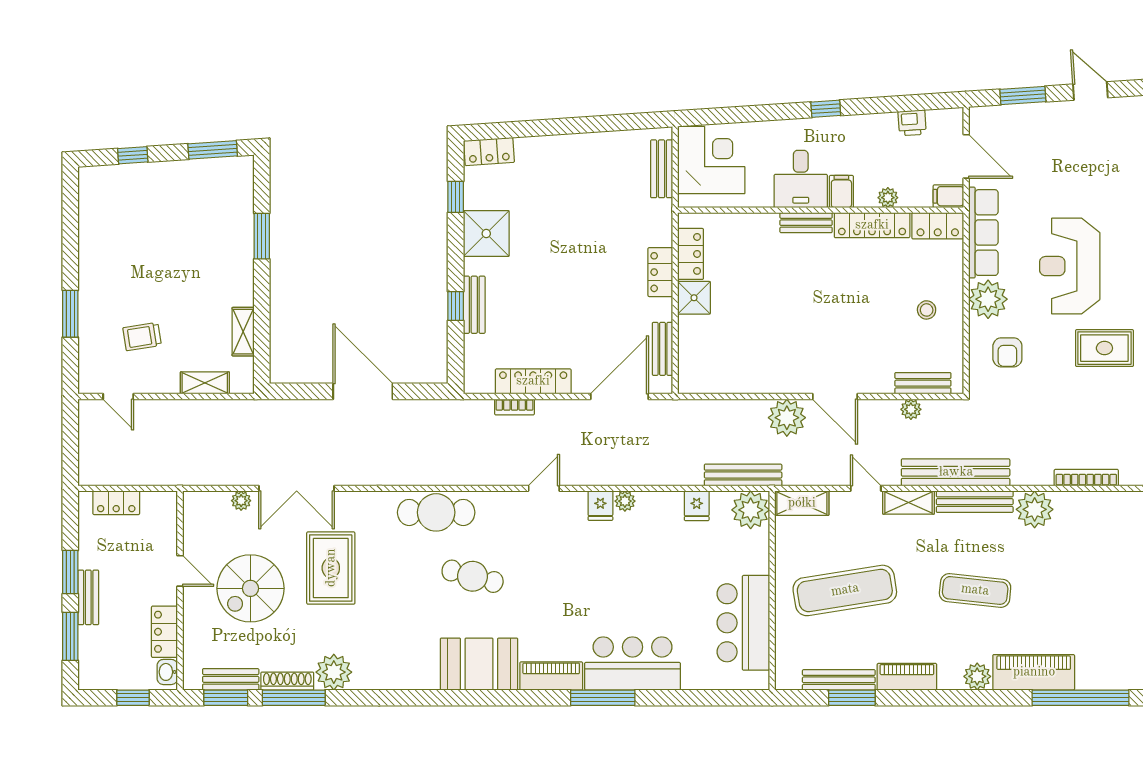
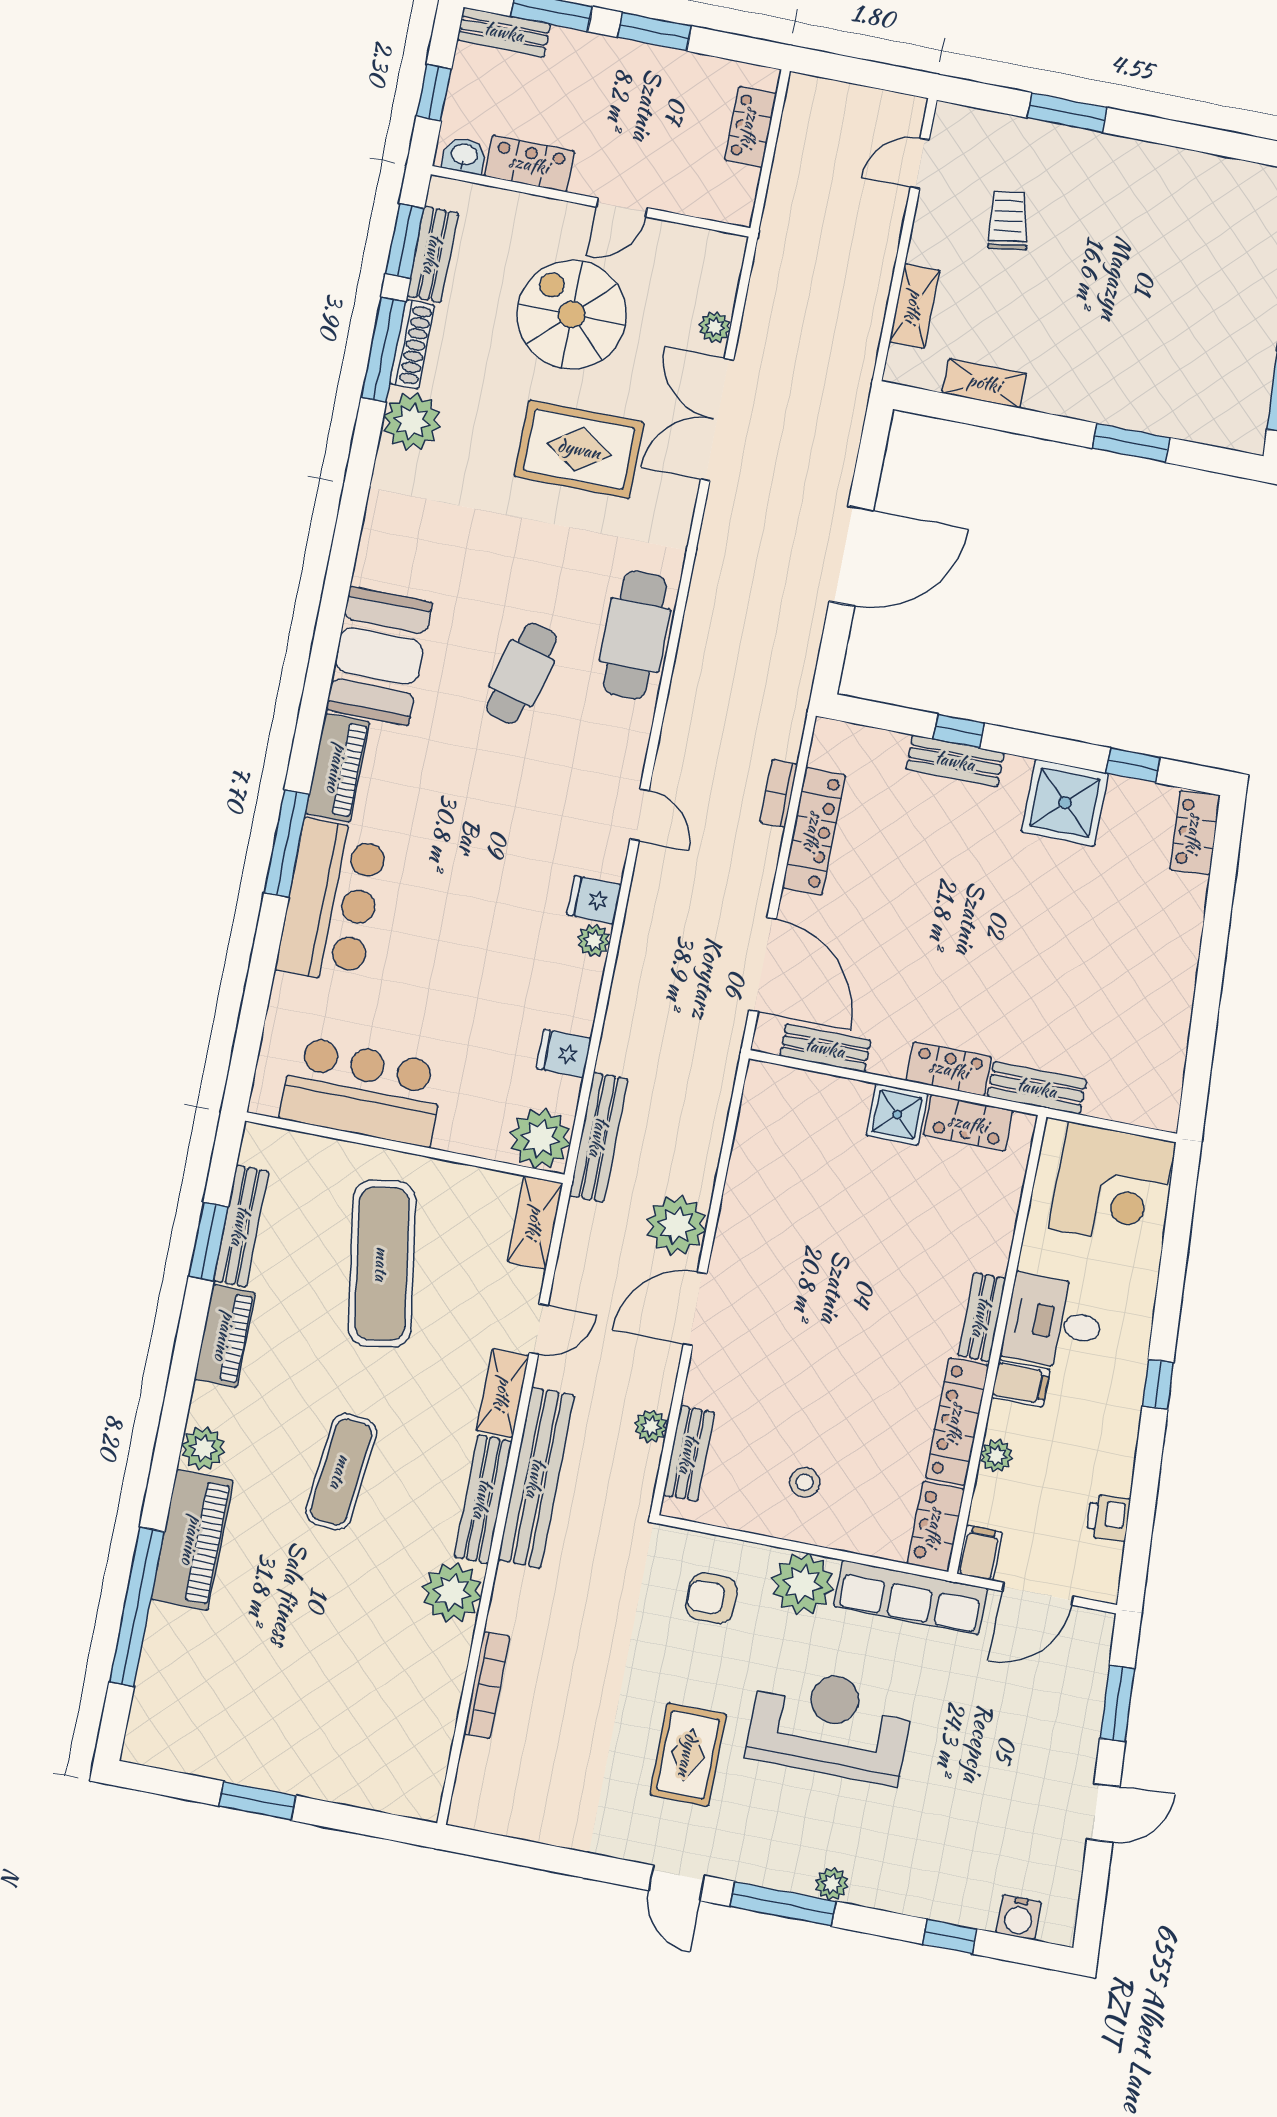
bench: (662, 169) -> (1037, 1088), moved
bench: (88, 597) -> (504, 32), moved

